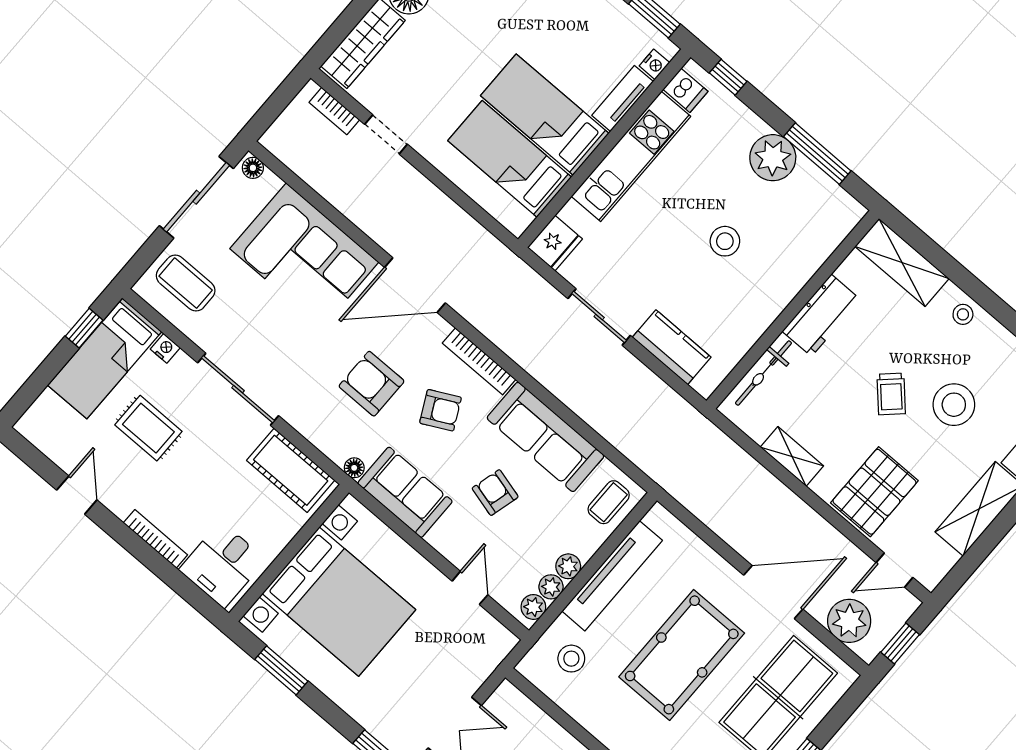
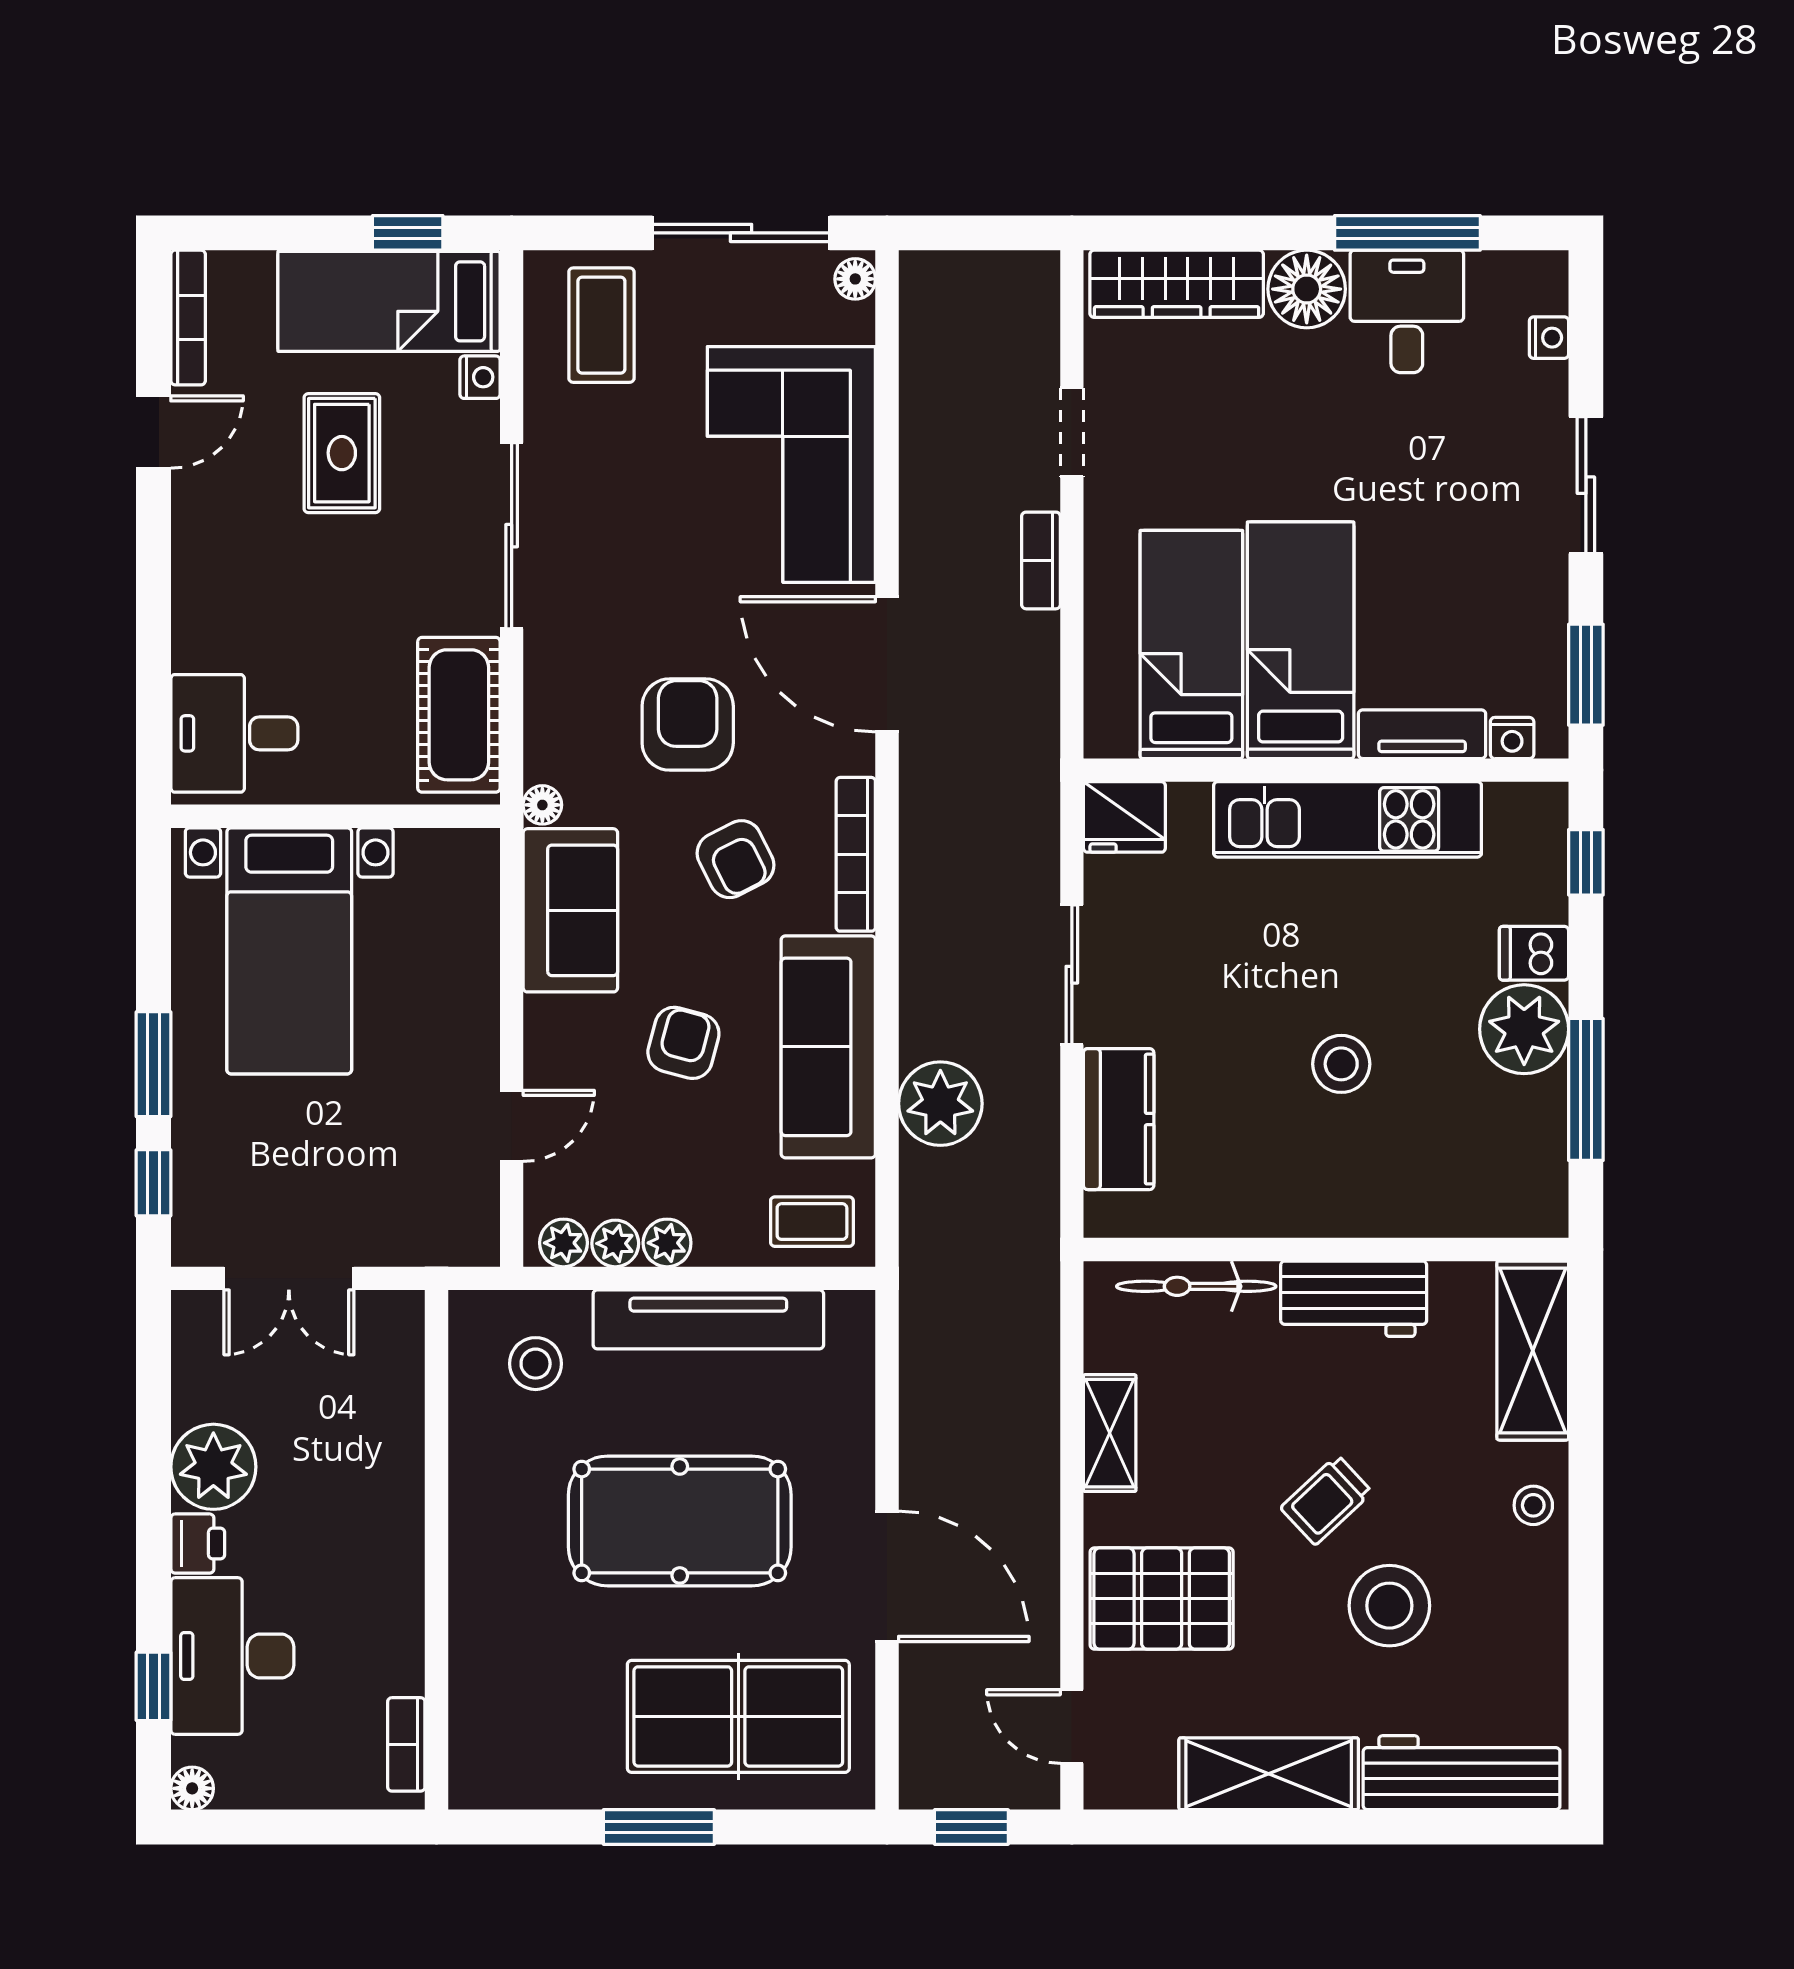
dishwasher: (685, 90) -> (1534, 953), moved, turned 90
bookcase: (334, 111) -> (1041, 560), moved
bookcase: (155, 539) -> (188, 318), moved
bed with nightstands: (339, 602) -> (289, 951), width x0.73
plant: (849, 621) -> (940, 1104), moved
window: (281, 670) -> (154, 1064), moved

